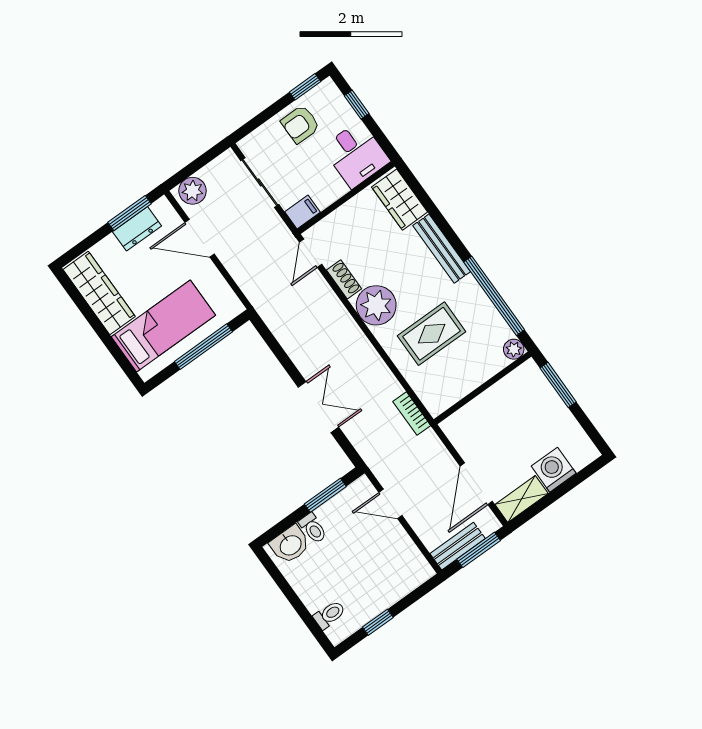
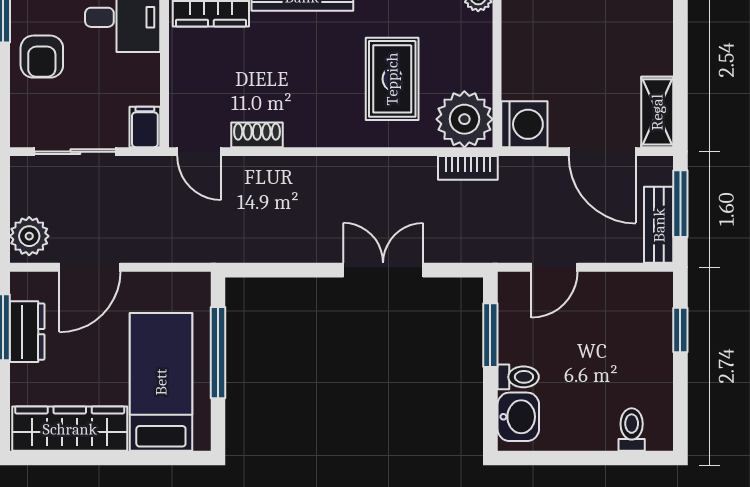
plant: (376, 305) -> (464, 119), moved
washing machine: (554, 470) -> (524, 124), moved, turned 180
window: (378, 622) -> (680, 330), moved

